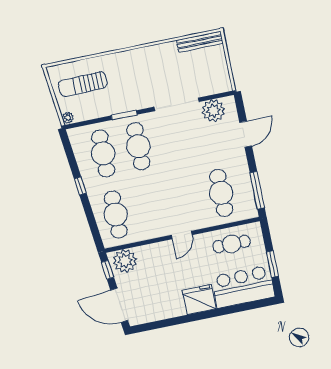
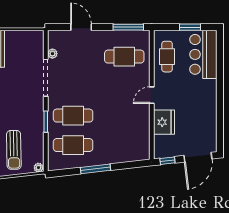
plant: (213, 111) -> (52, 54), width x0.53, depth x0.53
window: (80, 186) -> (95, 169), width x2.17
cafe table: (116, 215) -> (124, 145), removed
door: (182, 235) -> (152, 95), swing flipped
plant: (125, 261) -> (163, 145), removed
fridge: (199, 299) -> (164, 122), moved, turned 180

